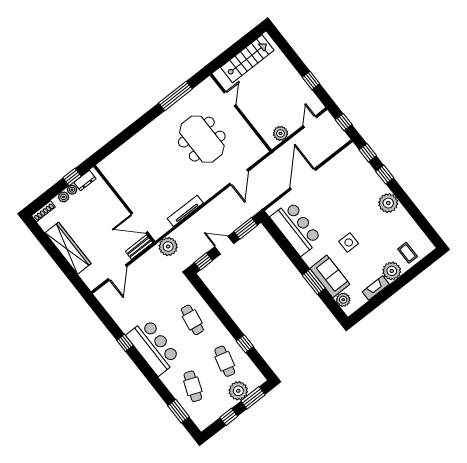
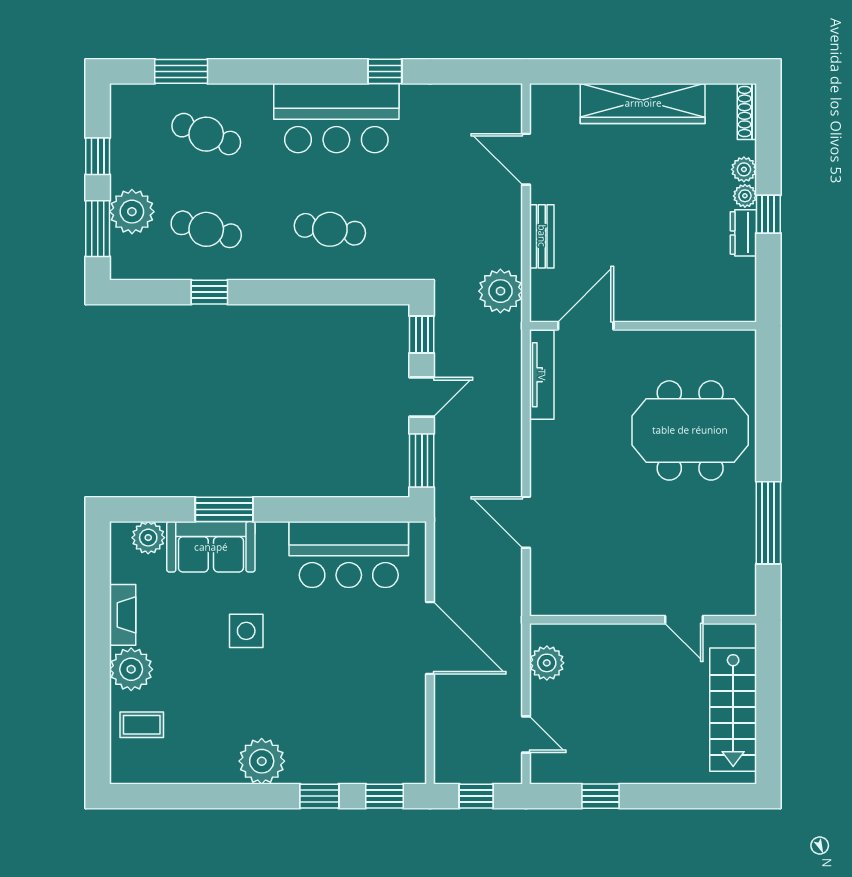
meeting table: (202, 139) -> (690, 430), moved
wall: (124, 204) -> (643, 326), moved
door: (139, 223) -> (586, 326), moved

